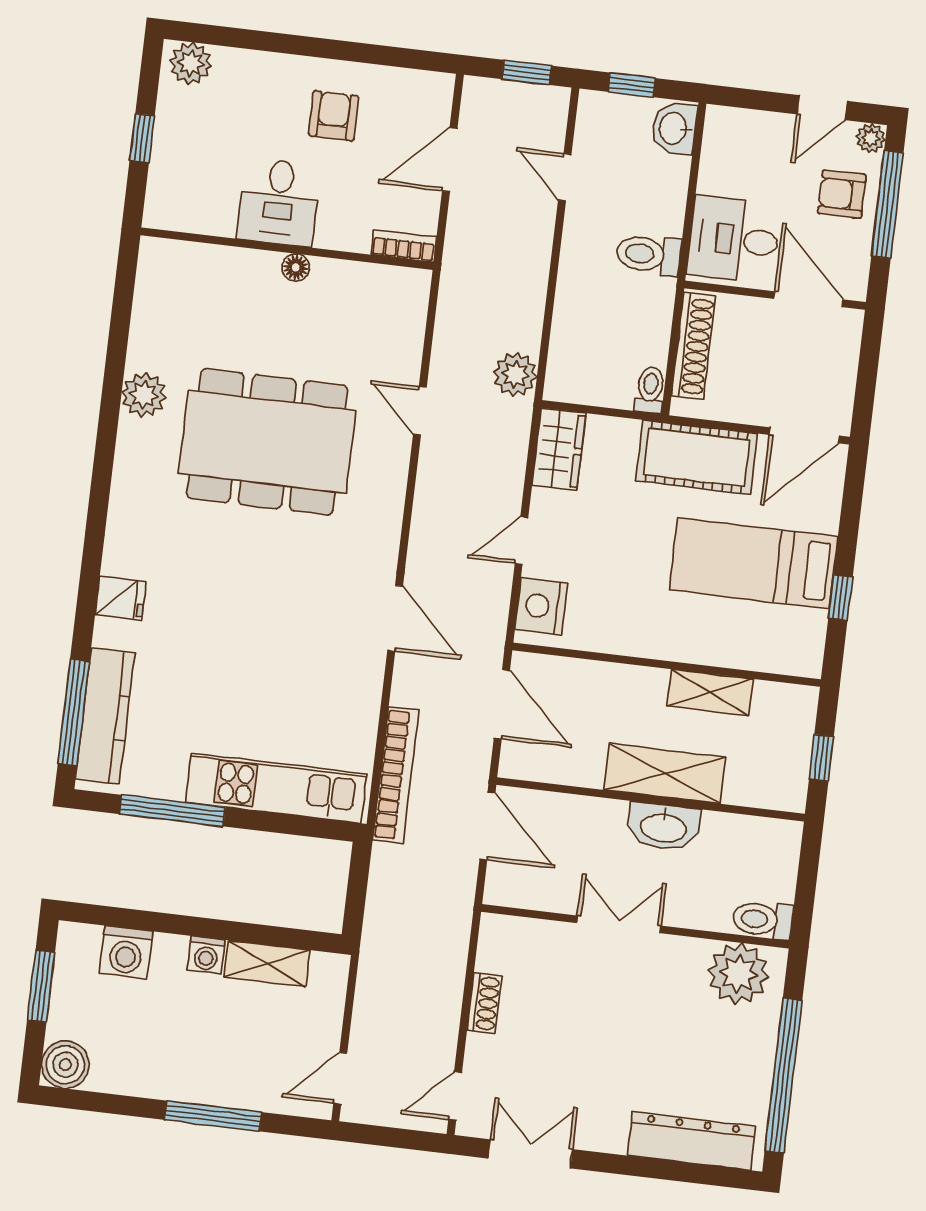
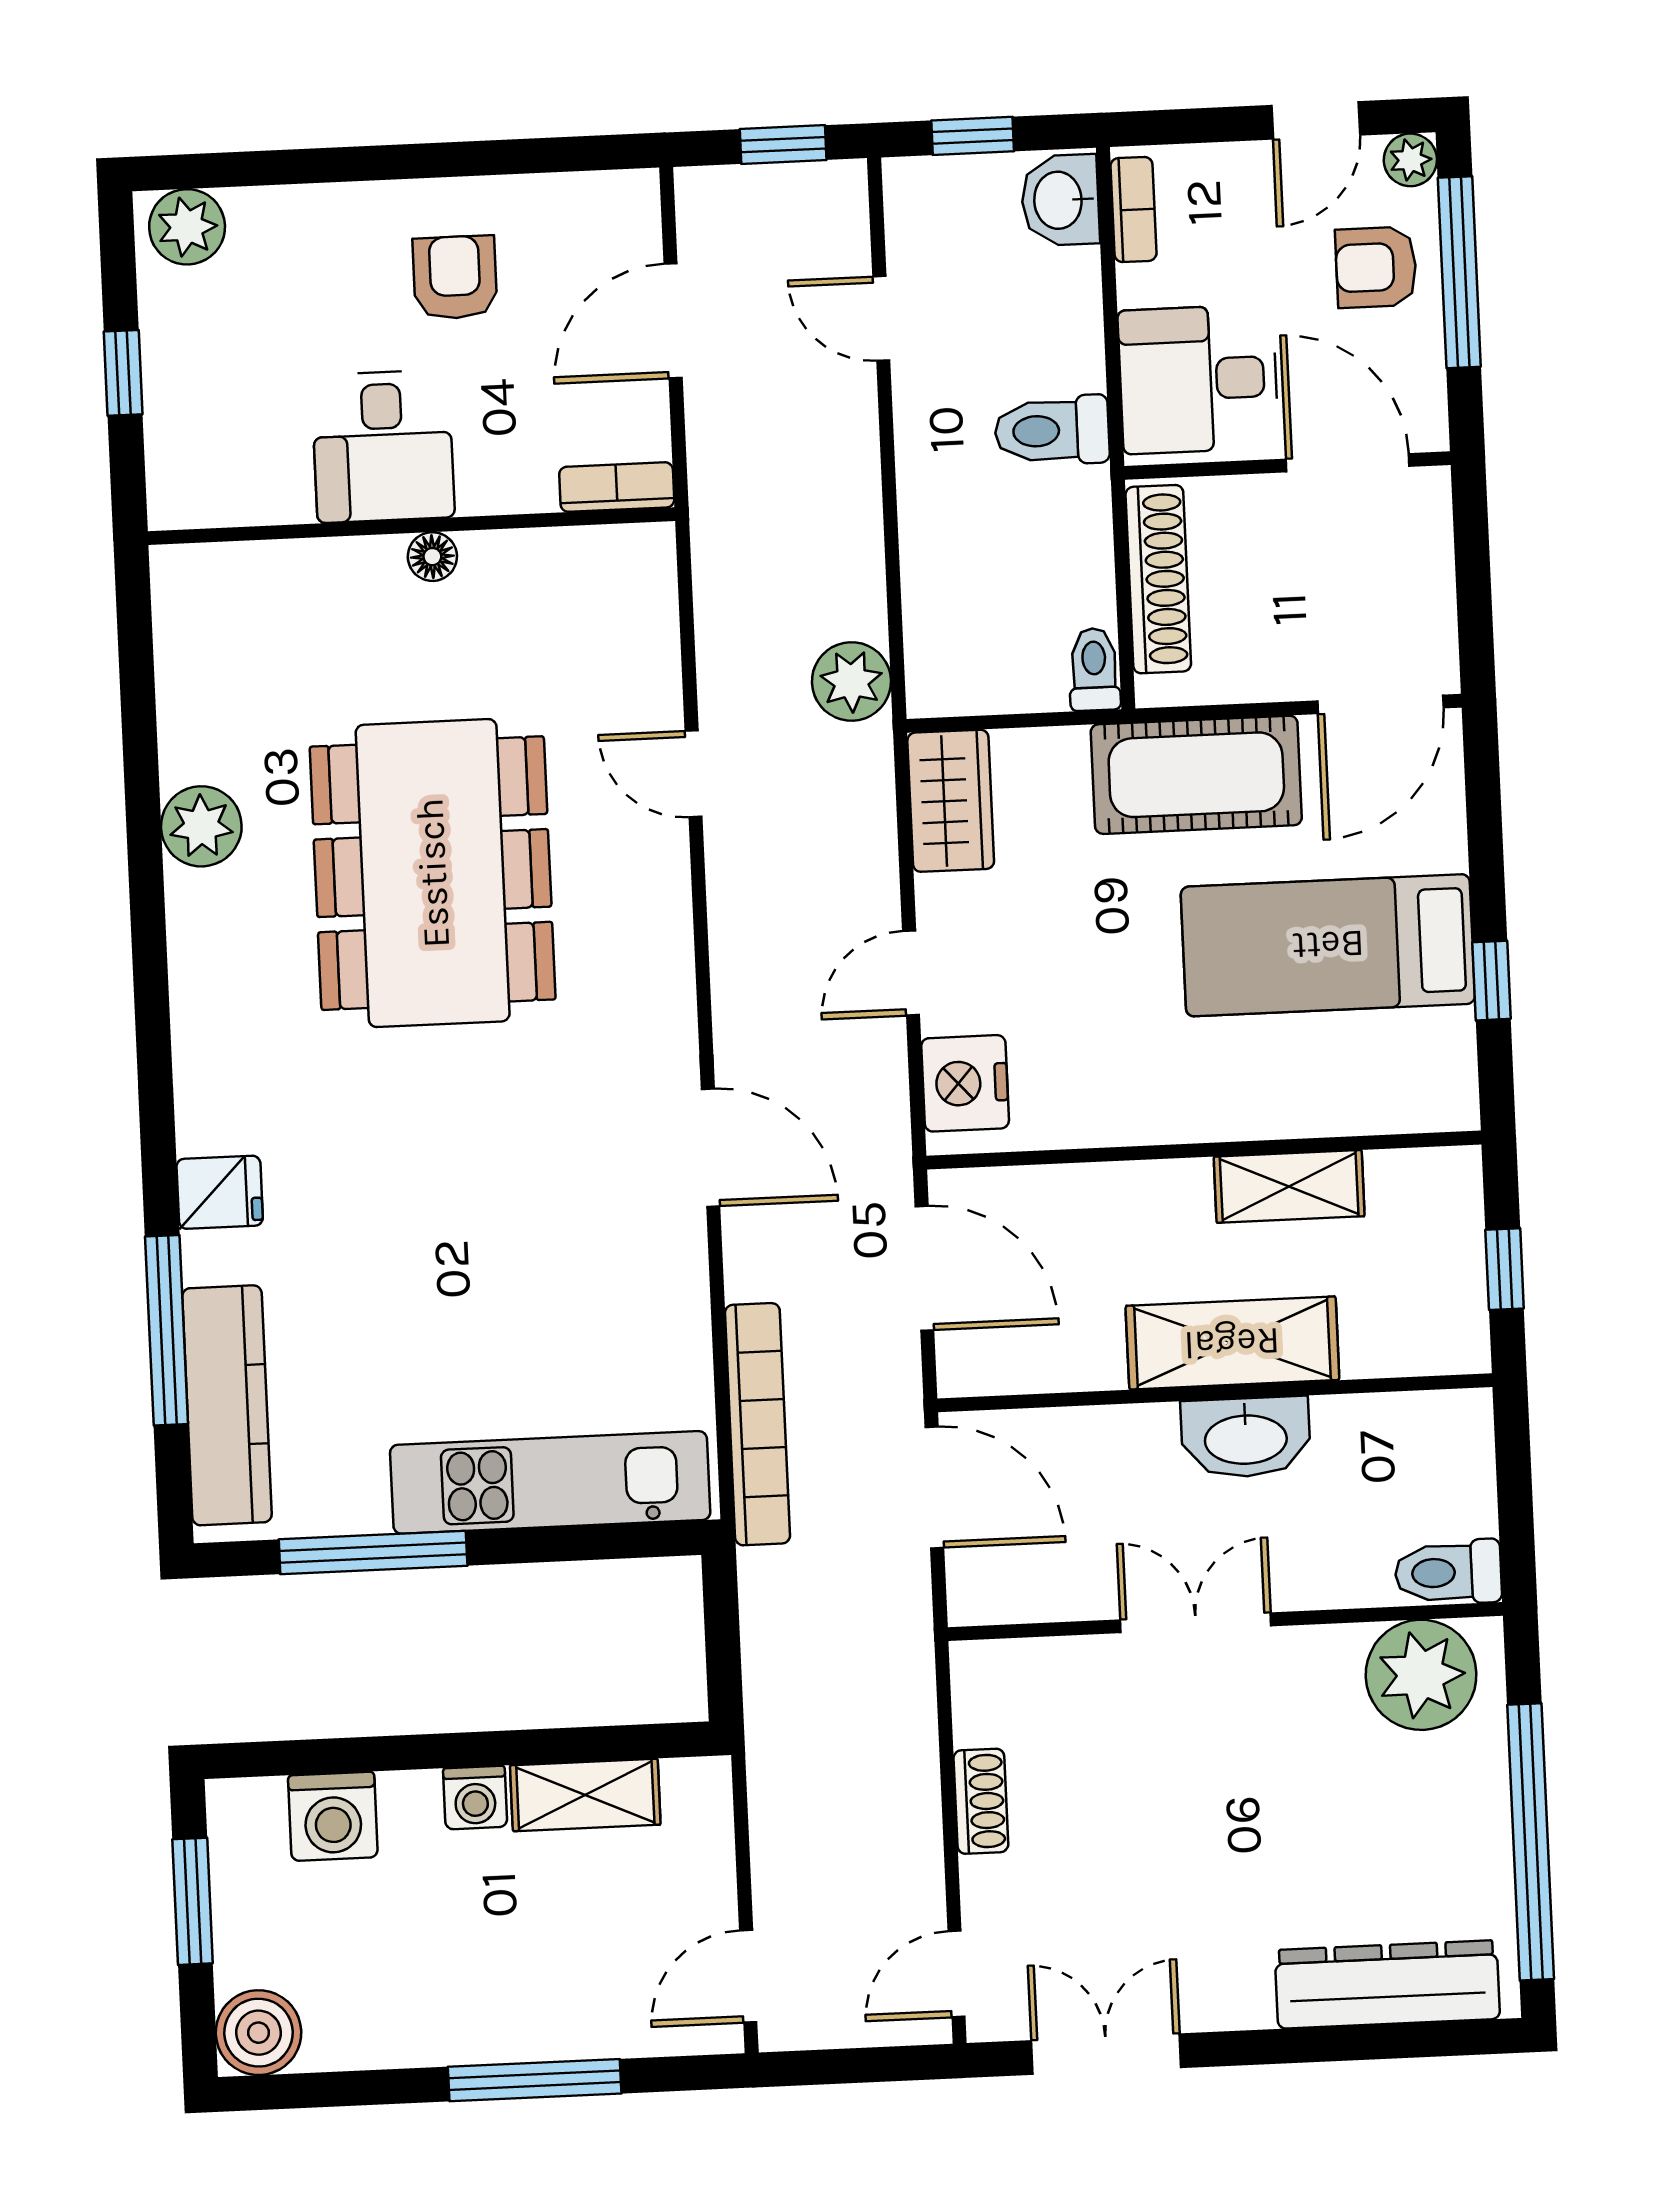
bookcase: (714, 140) -> (1133, 210), added
dining table: (267, 442) -> (433, 873), turned 90
window: (74, 712) -> (167, 1330), moved

